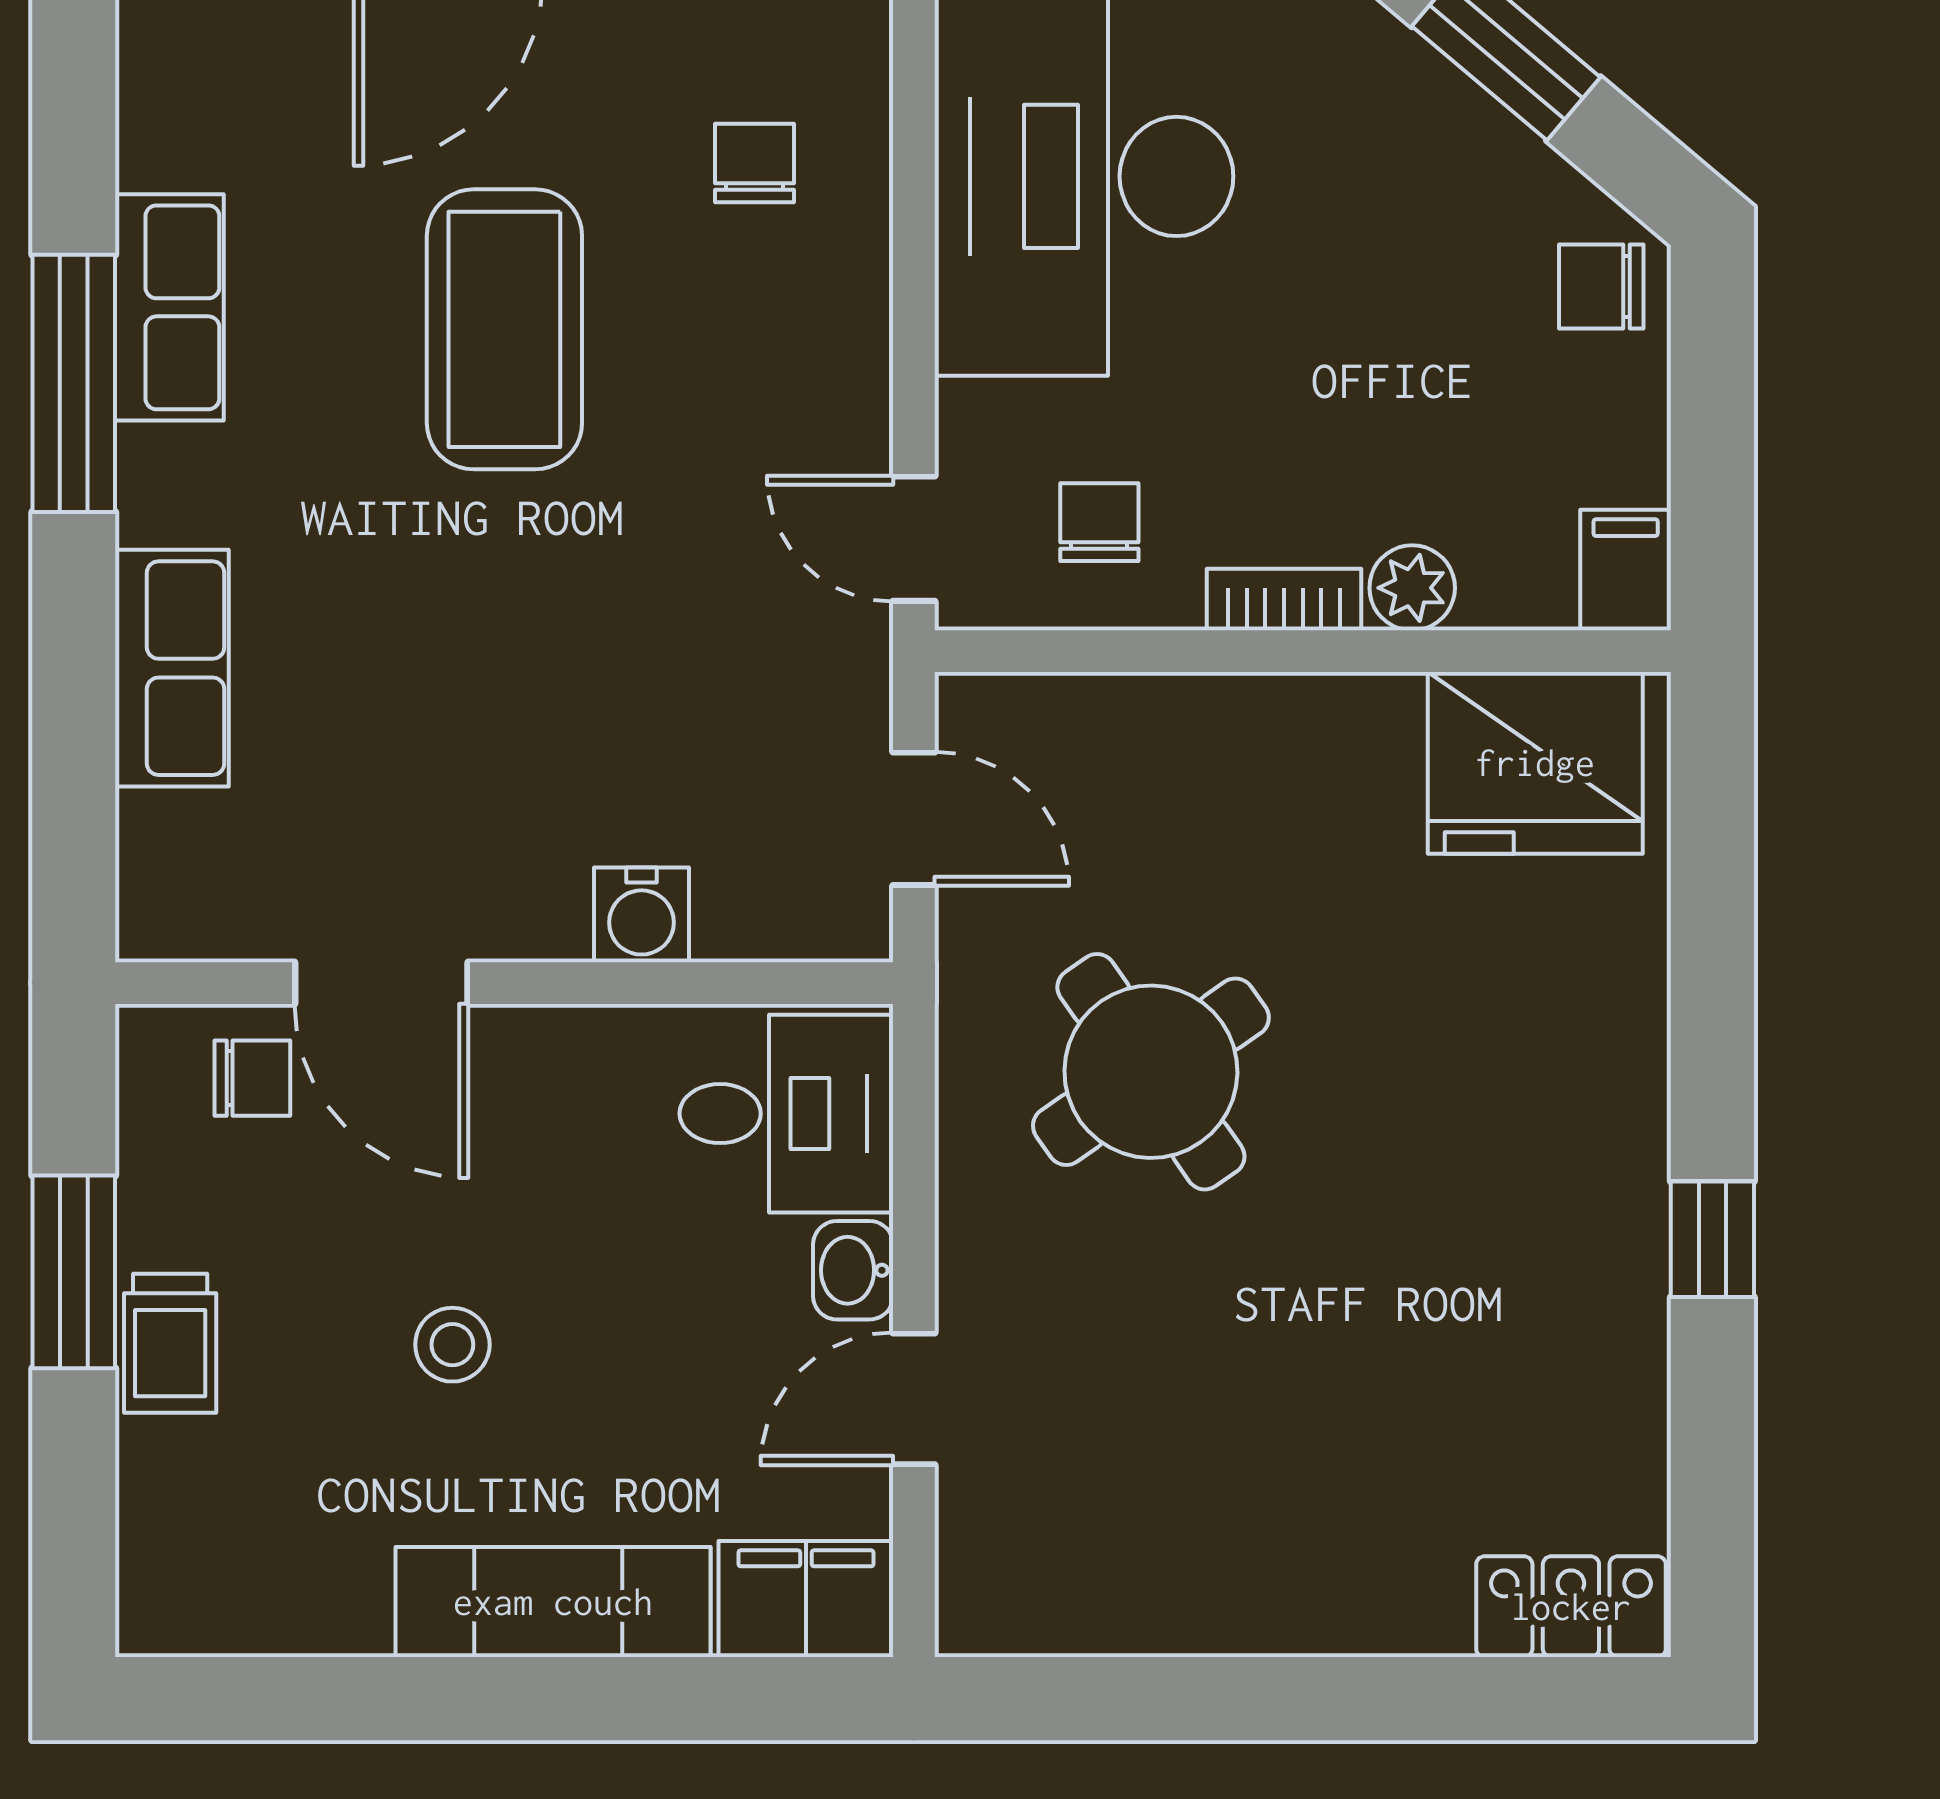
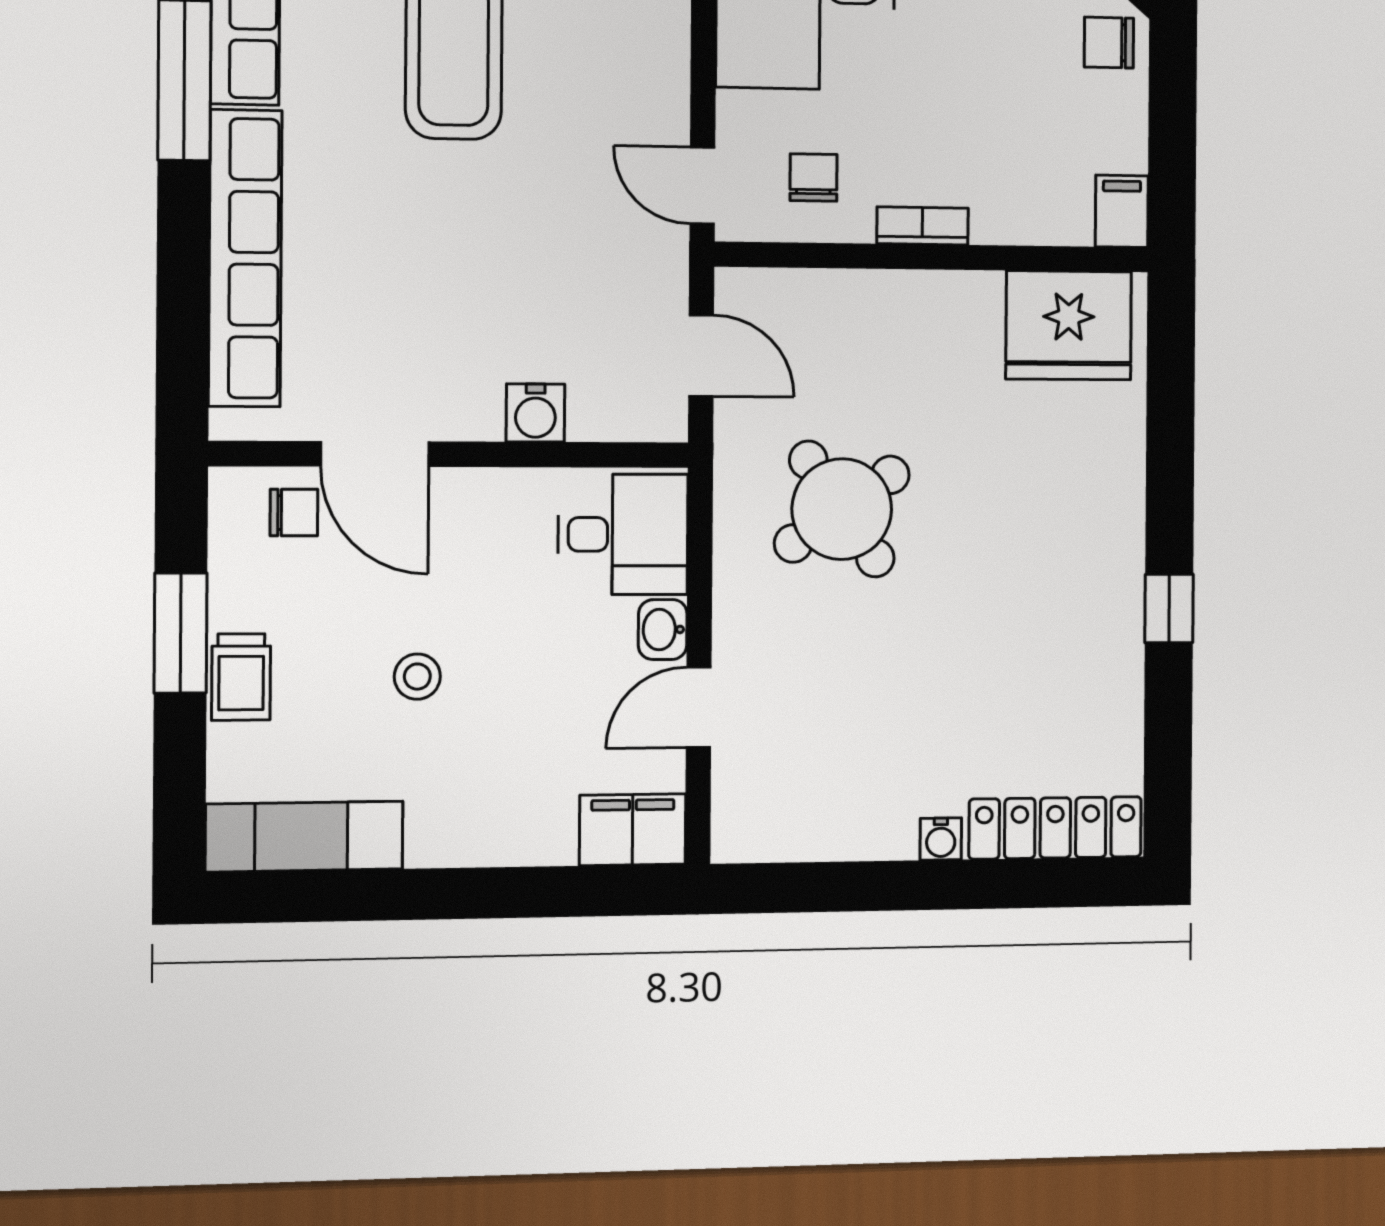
plant: (1412, 588) -> (998, 220), removed
row of seats: (172, 668) -> (245, 258), width x2.02
exam couch: (553, 1602) -> (304, 837), moved
locker: (1571, 1607) -> (1055, 828), width x1.53
water cooler: (1322, 1622) -> (941, 839), added

